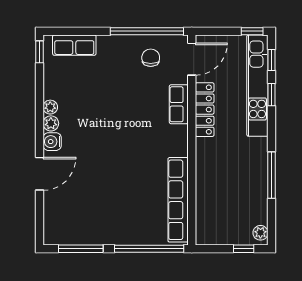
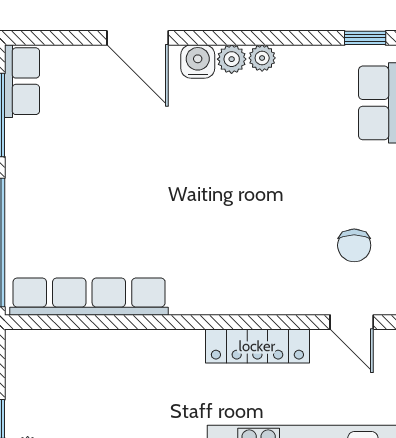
chair: (151, 58) -> (354, 245), turned 90
door: (192, 59) -> (352, 322), width x0.73
row of seats: (179, 104) -> (22, 81), moved, turned 90

